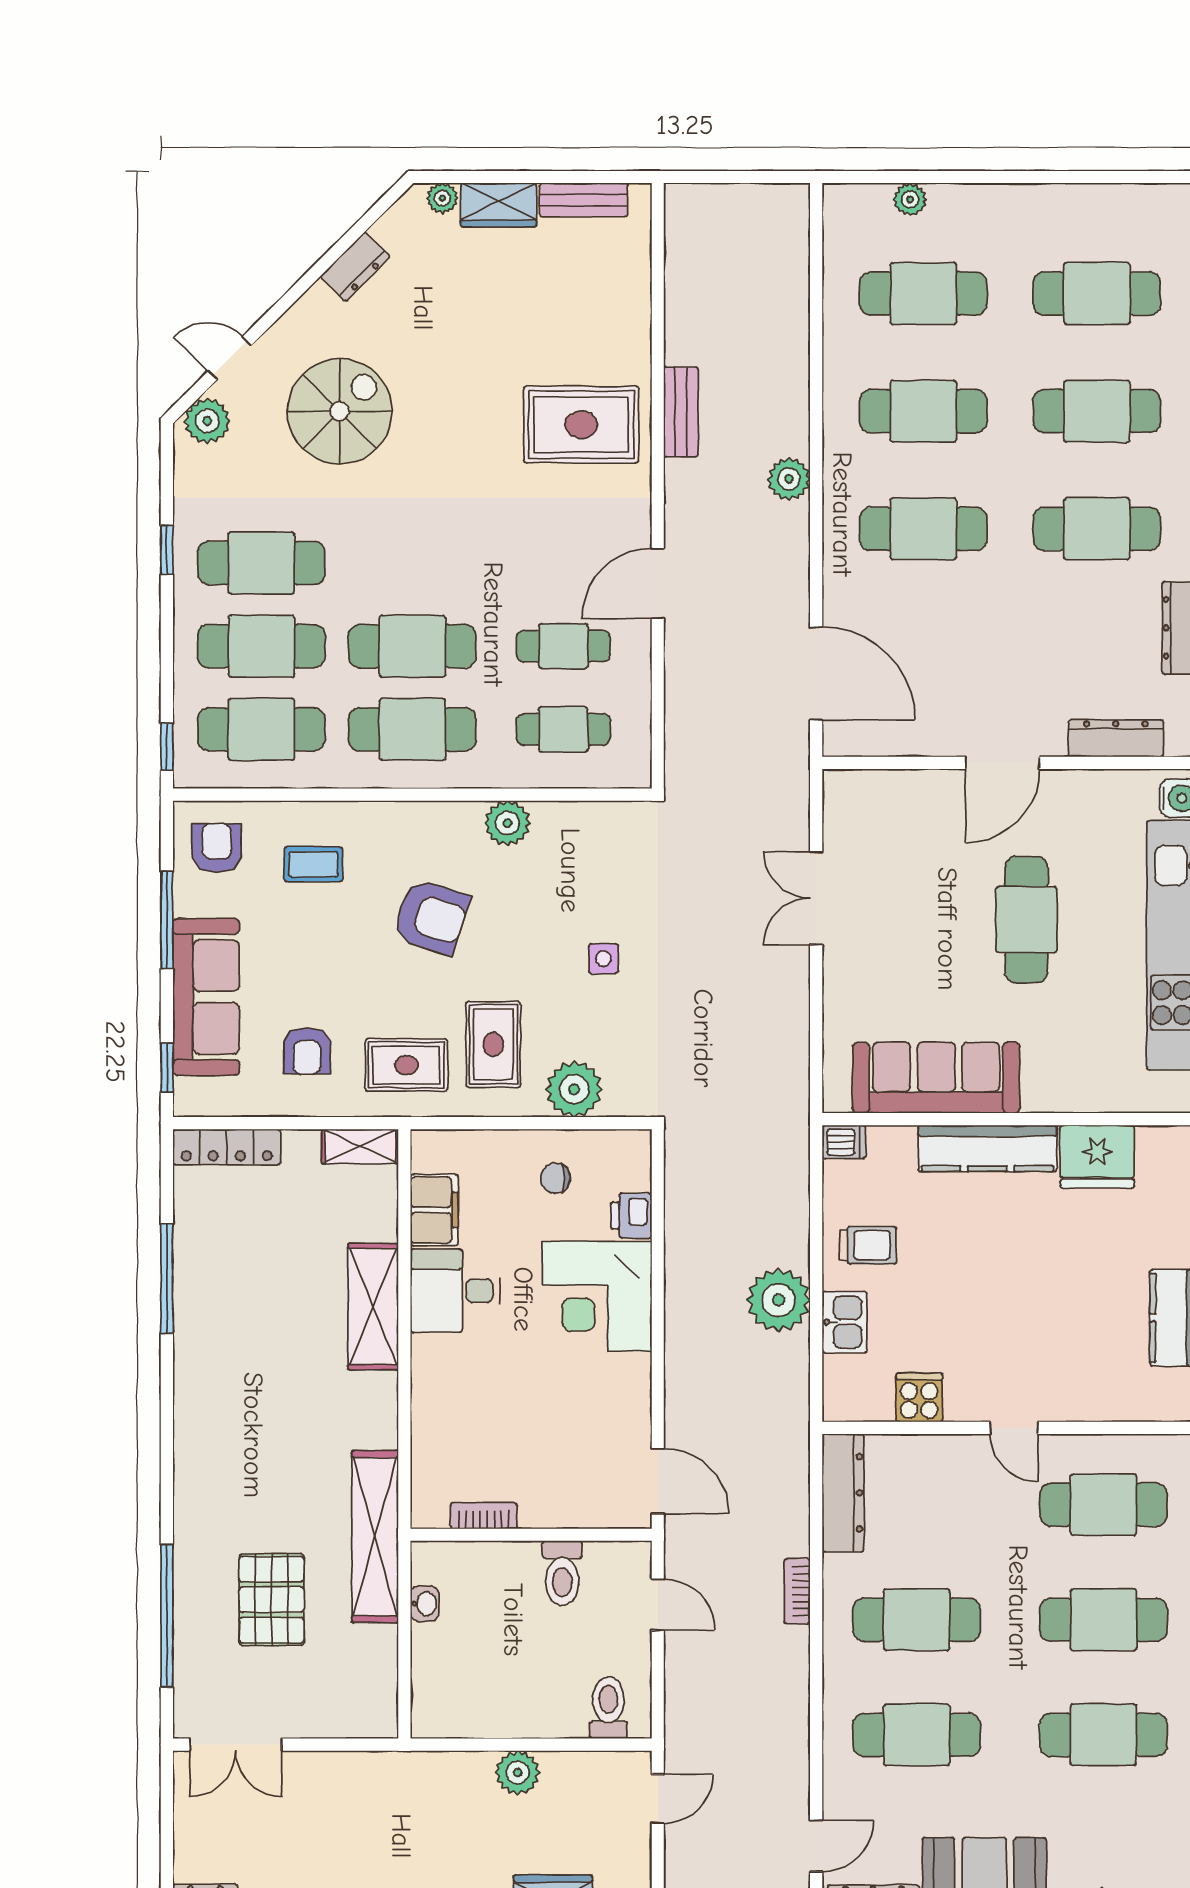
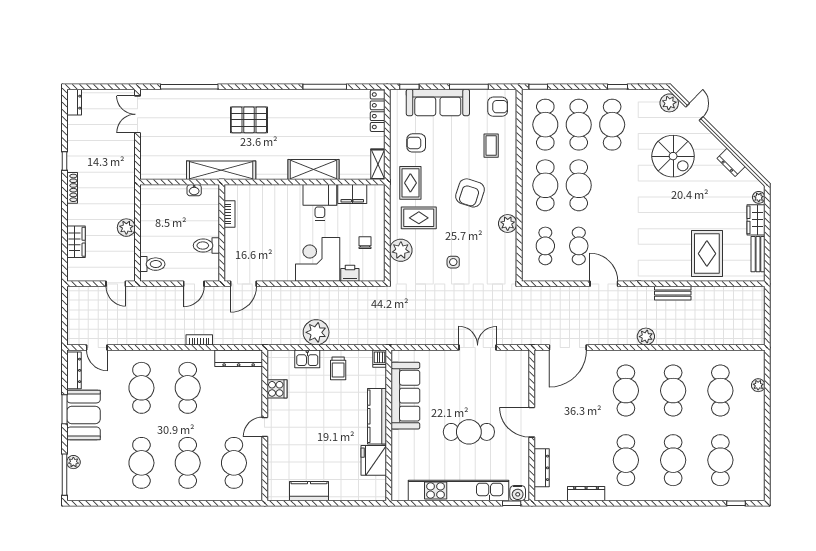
rug: (581, 425) -> (707, 254), moved
pallet: (272, 1600) -> (249, 120), moved

